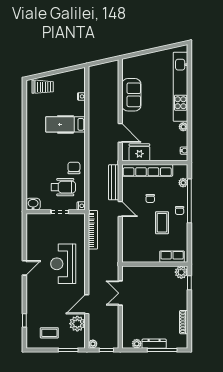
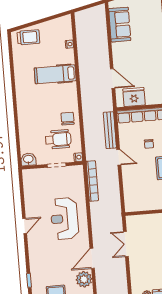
sofa: (131, 95) -> (120, 25), moved

